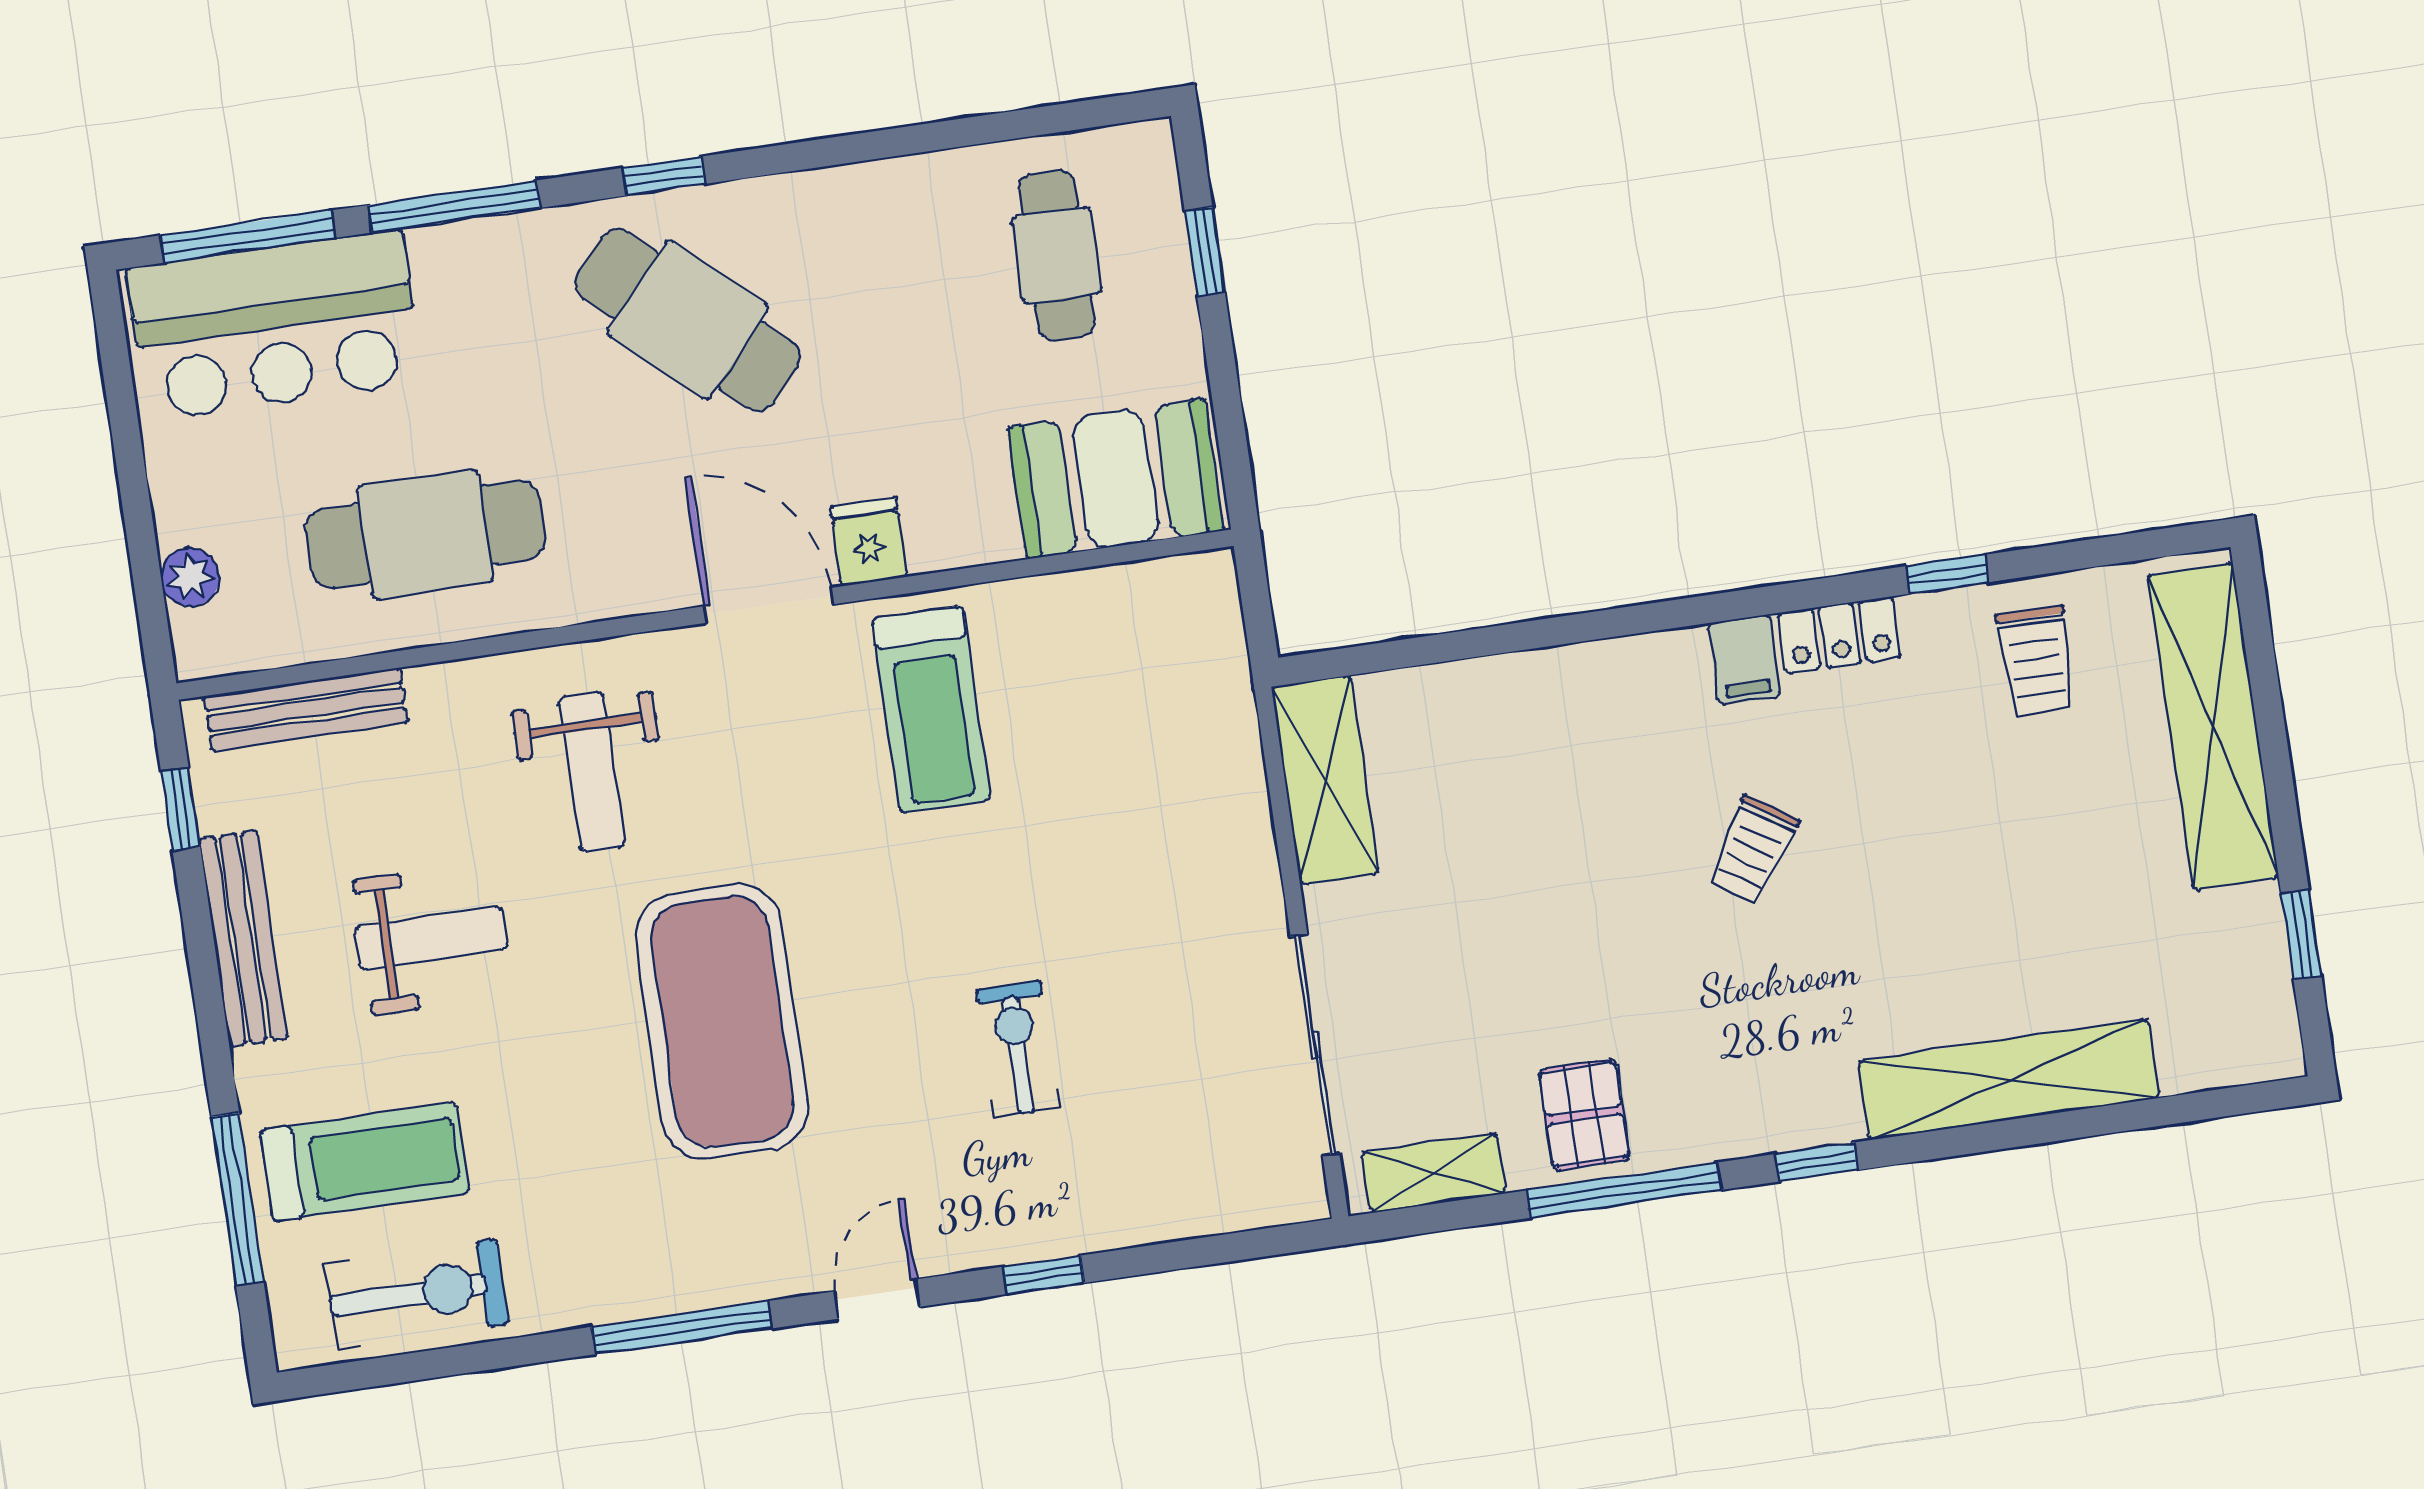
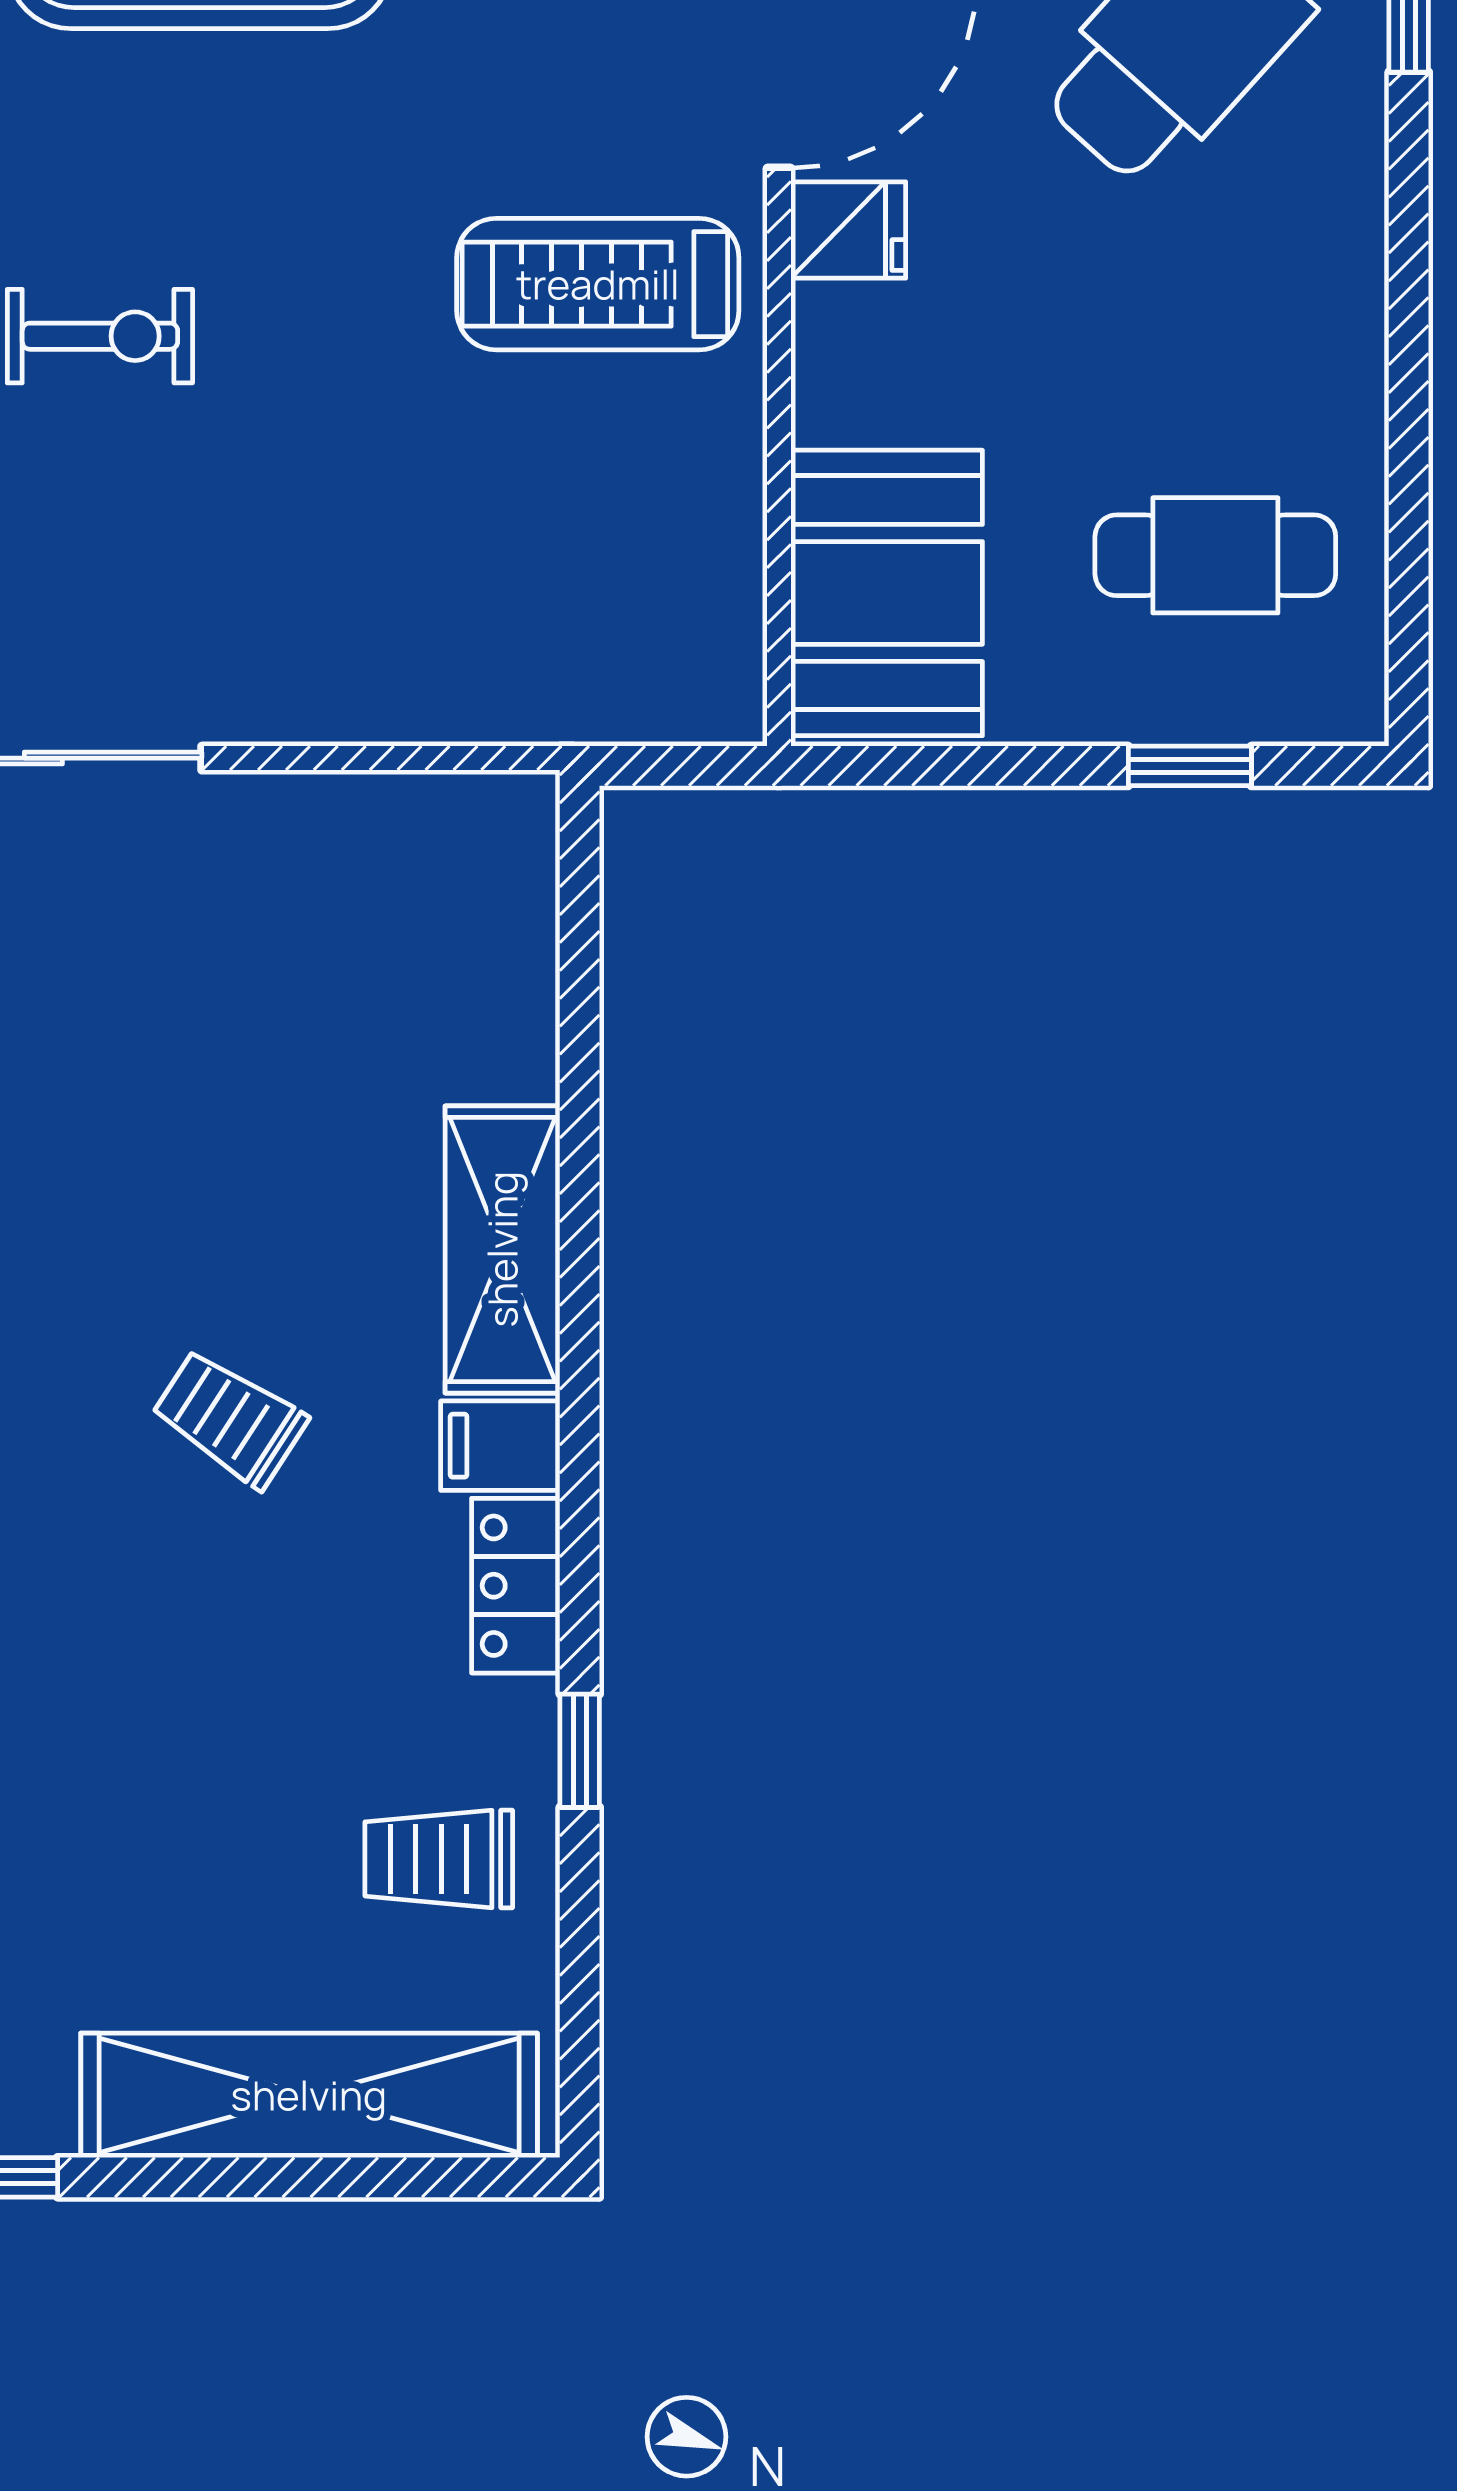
shelving: (1325, 780) -> (502, 1249), moved, turned 90

